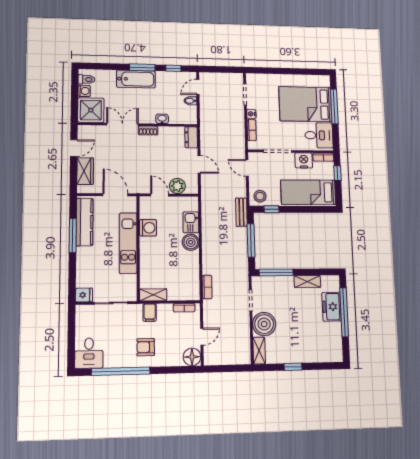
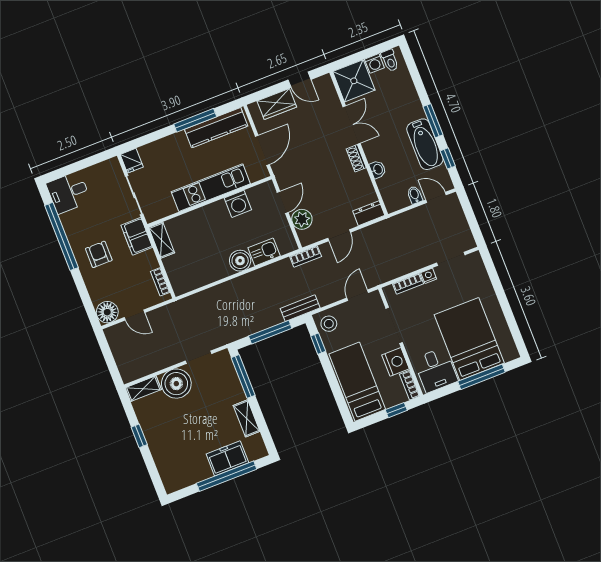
bathtub: (136, 79) -> (425, 144), moved
bookcase: (207, 287) -> (306, 257), moved
filing cabinet: (150, 313) -> (137, 236), width x2.00

